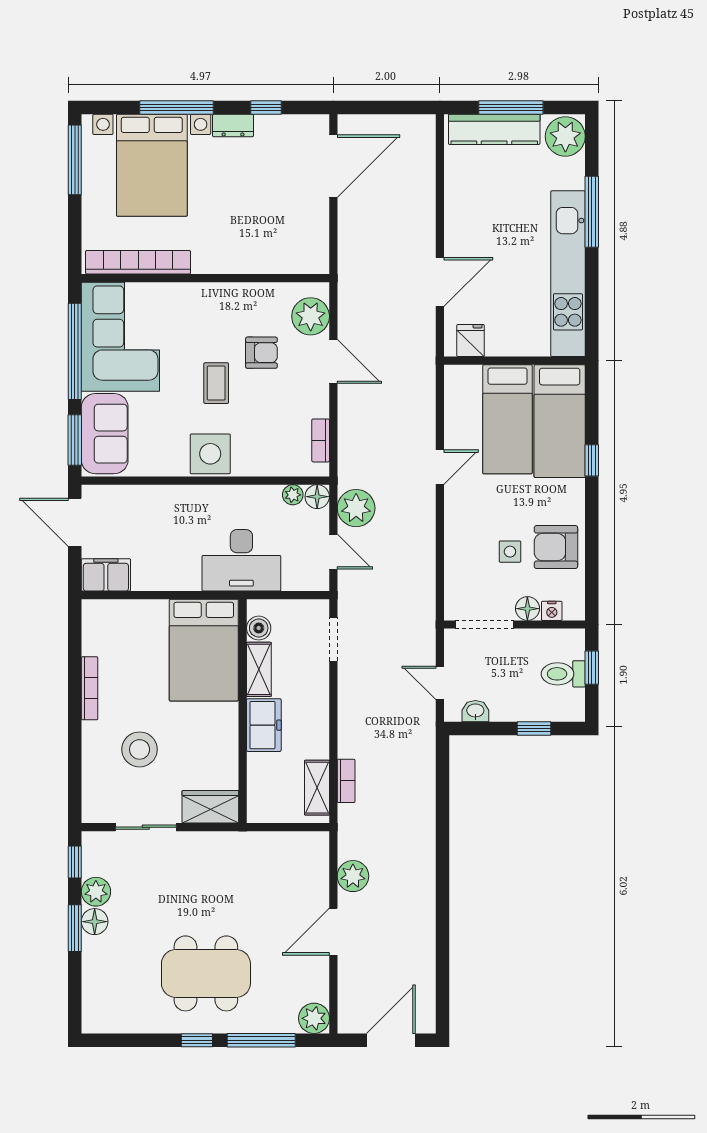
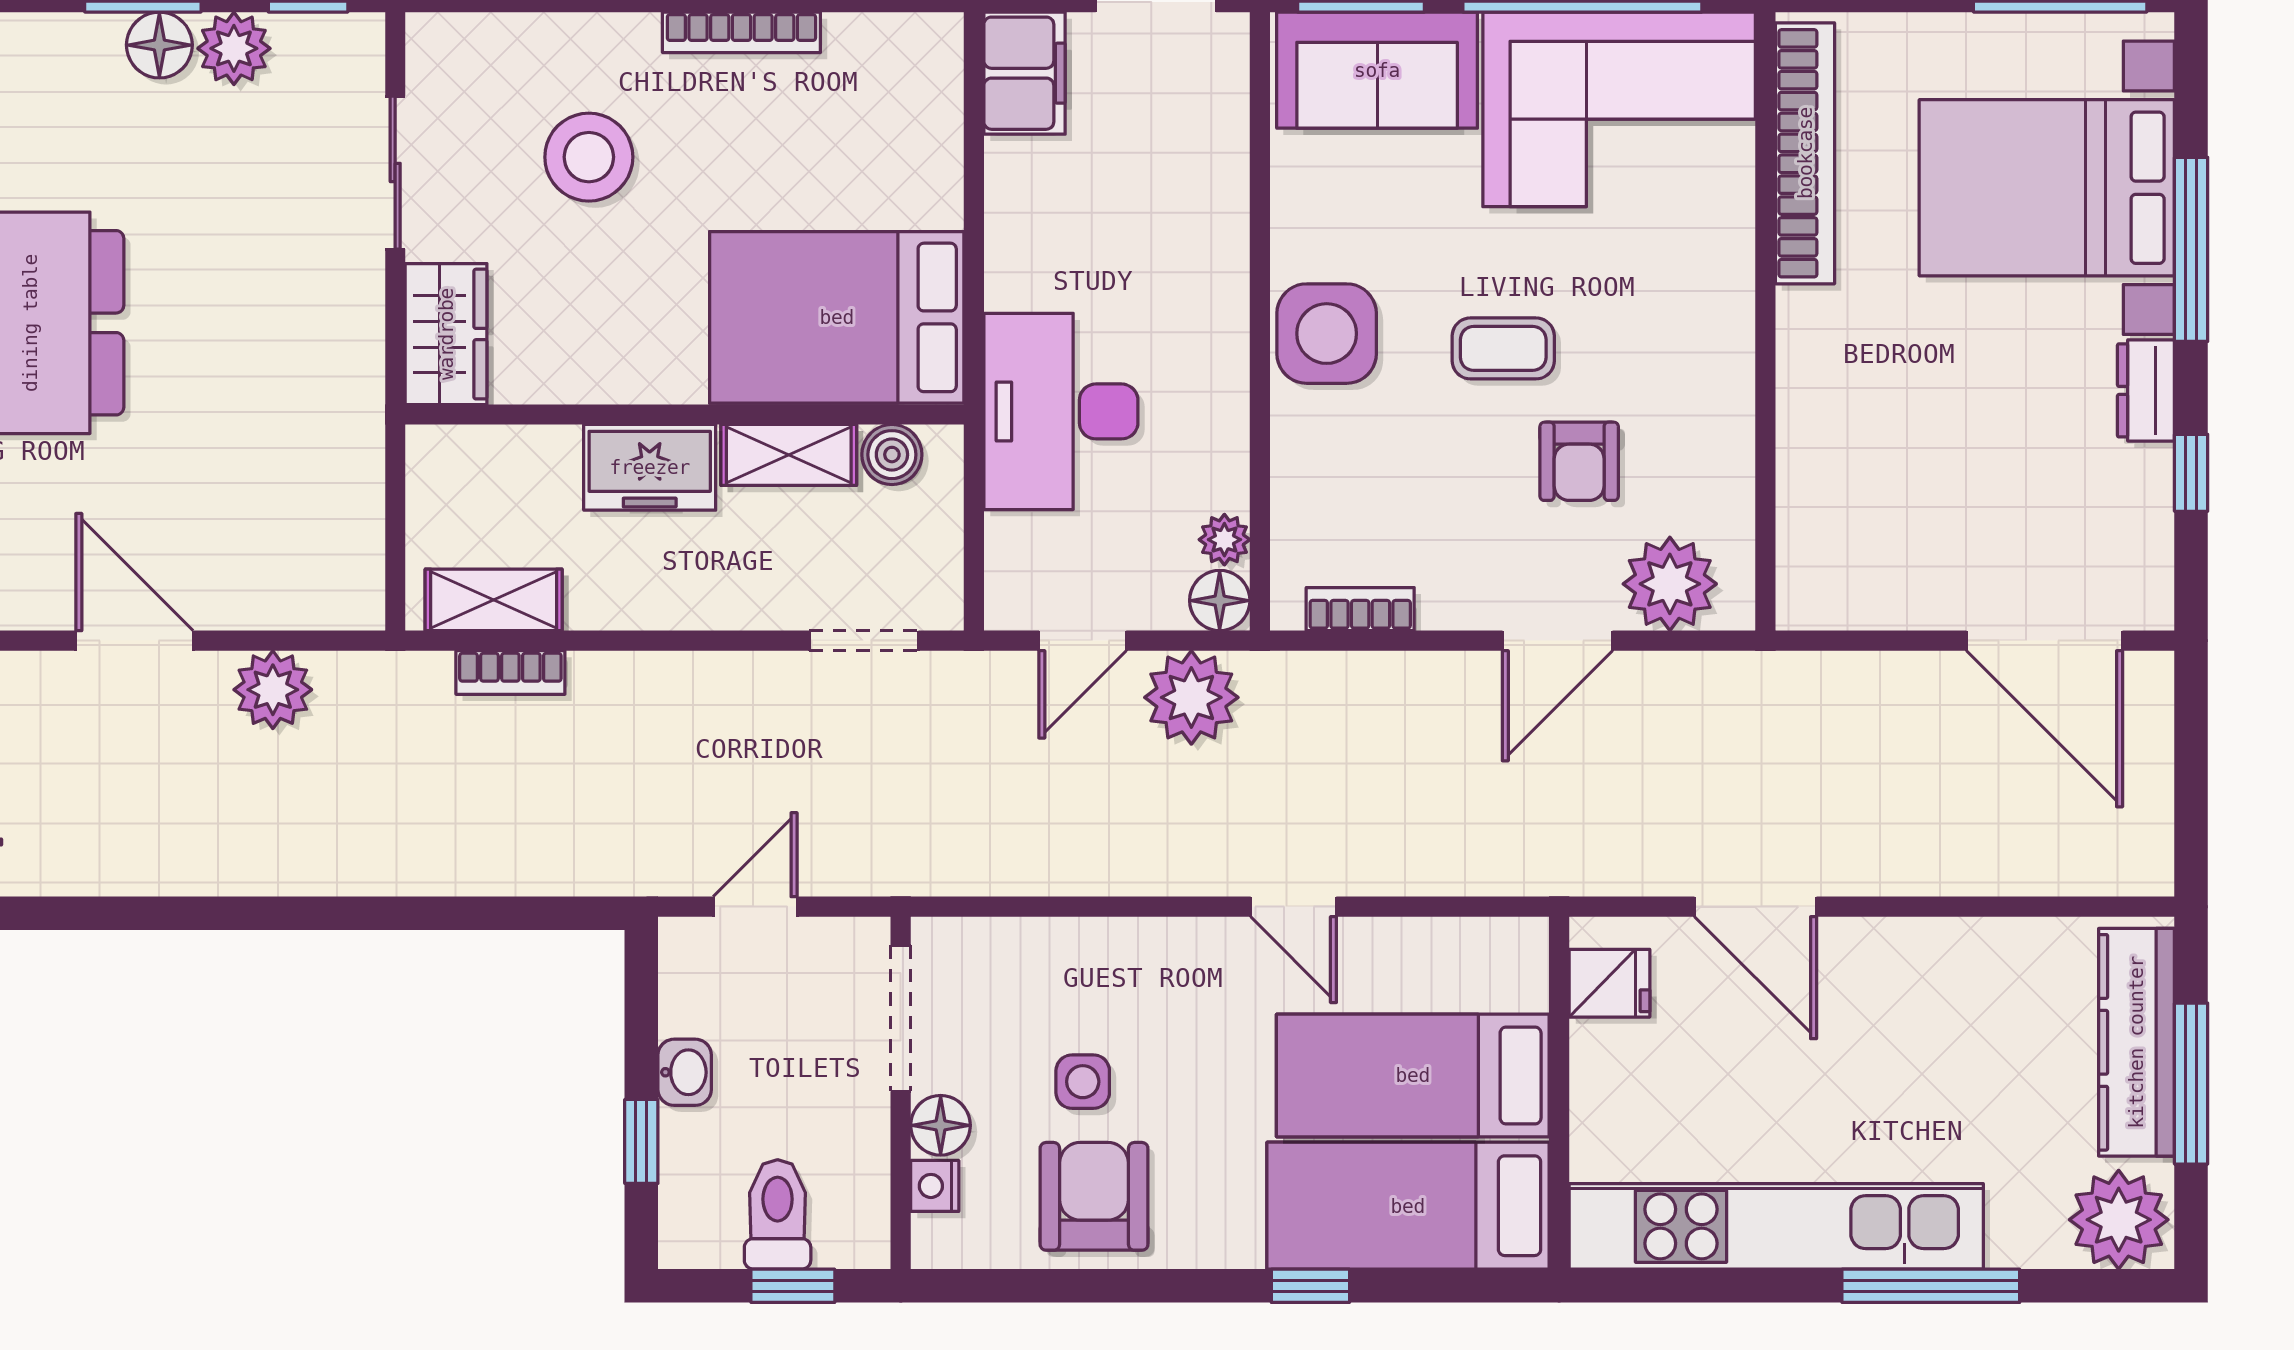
washbasin: (475, 711) -> (685, 1072), moved

